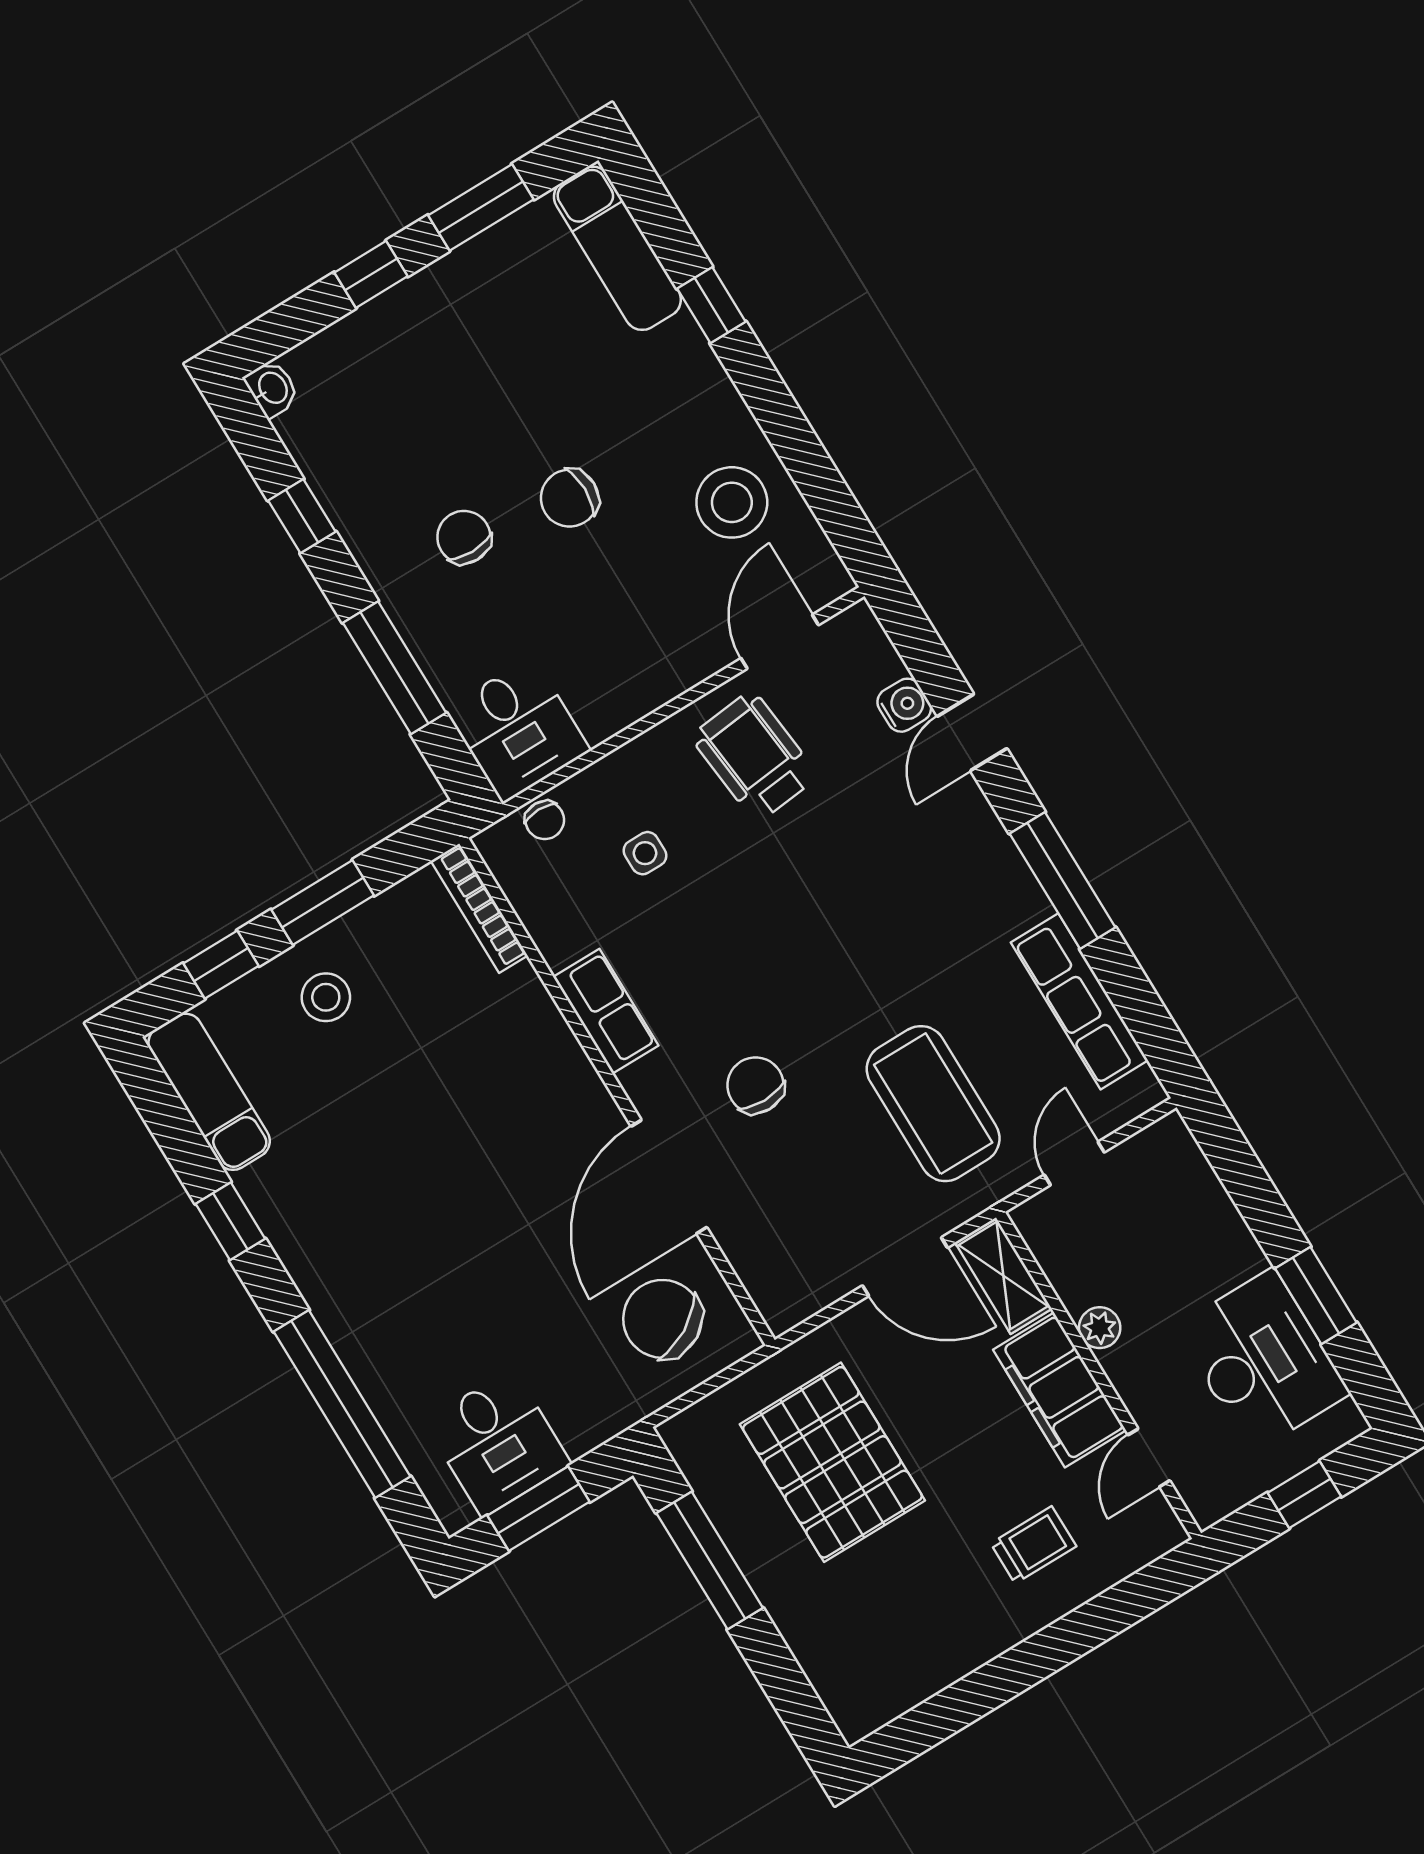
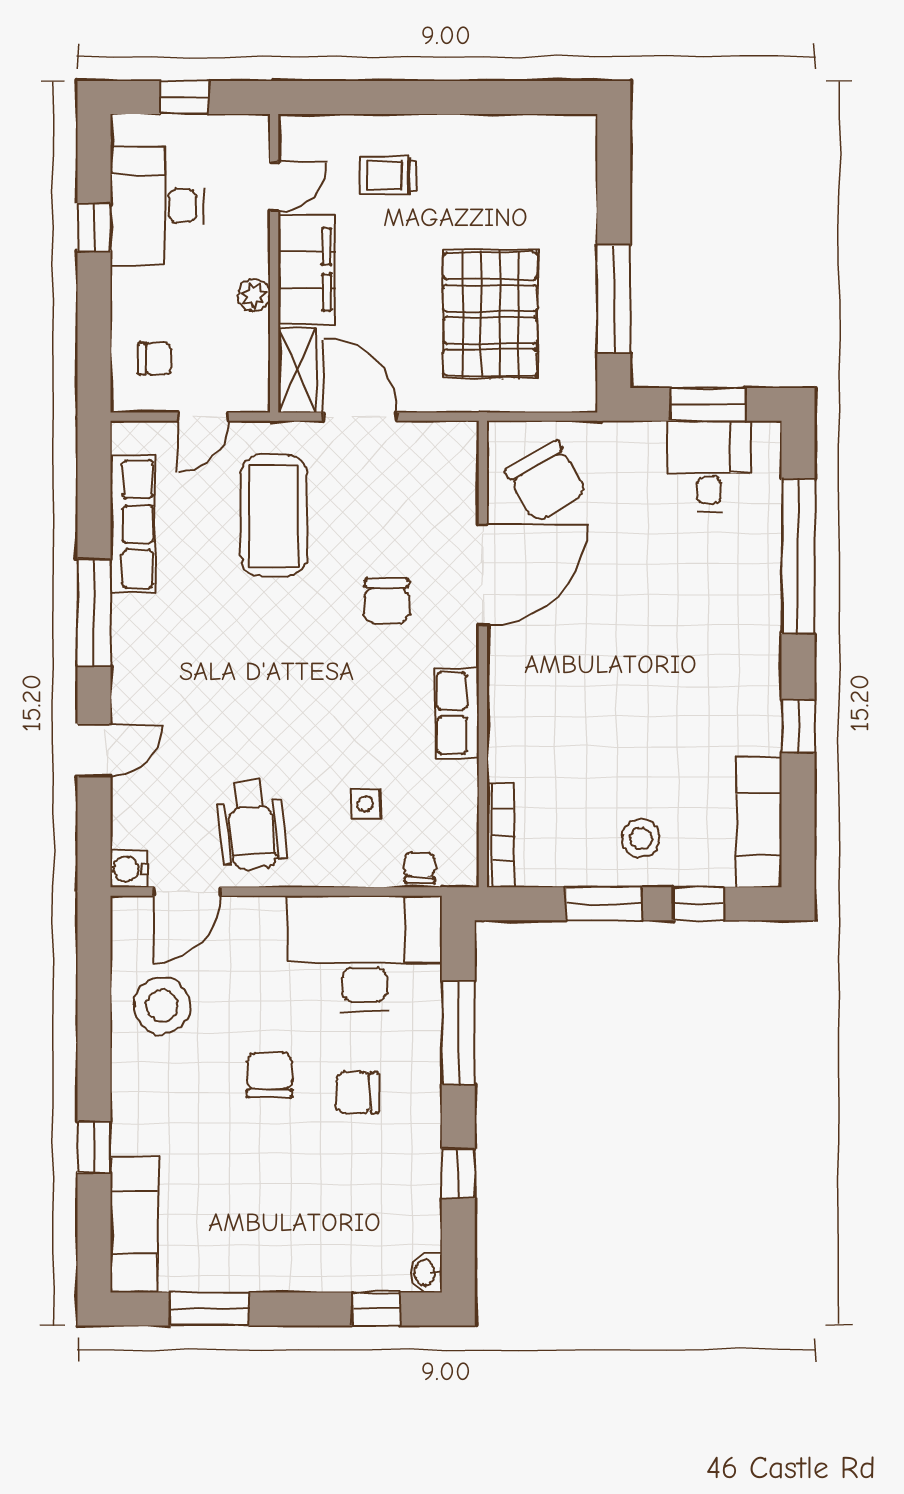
window: (371, 274) -> (376, 1309), moved
chair: (570, 498) -> (270, 1075), turned -90
chair: (464, 537) -> (357, 1093), turned 90
water cooler: (904, 705) -> (129, 869), moved
desk: (518, 730) -> (365, 953), width x1.87, depth x1.30
chair: (1164, 1194) -> (155, 359), added
window: (1316, 1295) -> (94, 227), width x0.67

